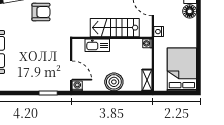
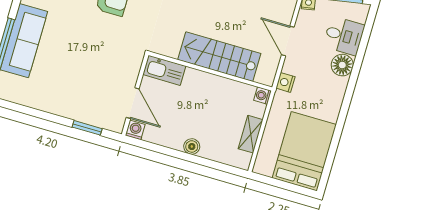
kitchen sink: (97, 45) -> (164, 70), moved
shelving: (147, 80) -> (251, 134), moved
boiler: (114, 82) -> (192, 147), width x0.54, depth x0.54

